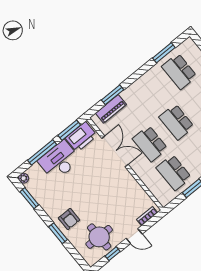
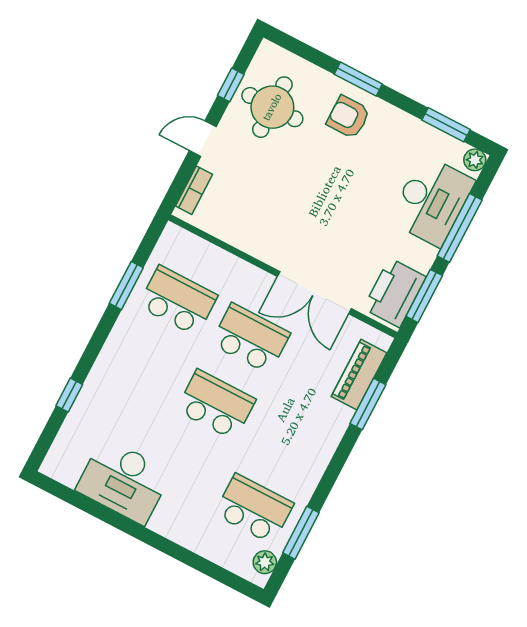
plant: (184, 47) -> (265, 562), added
desk: (59, 160) -> (432, 201), moved

